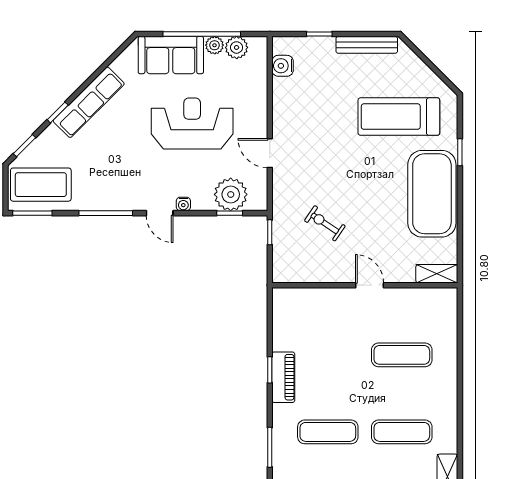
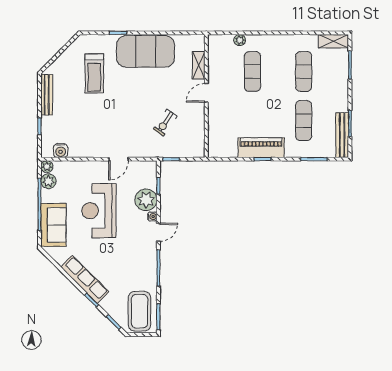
plant: (215, 45) -> (47, 167), moved
treadmill: (399, 117) -> (94, 73), width x0.73, depth x0.73
plant: (231, 194) -> (146, 200), moved
shelving: (437, 274) -> (199, 65), moved
plant: (449, 336) -> (240, 40), added
piano: (283, 377) -> (261, 148), width x1.37, depth x1.33

